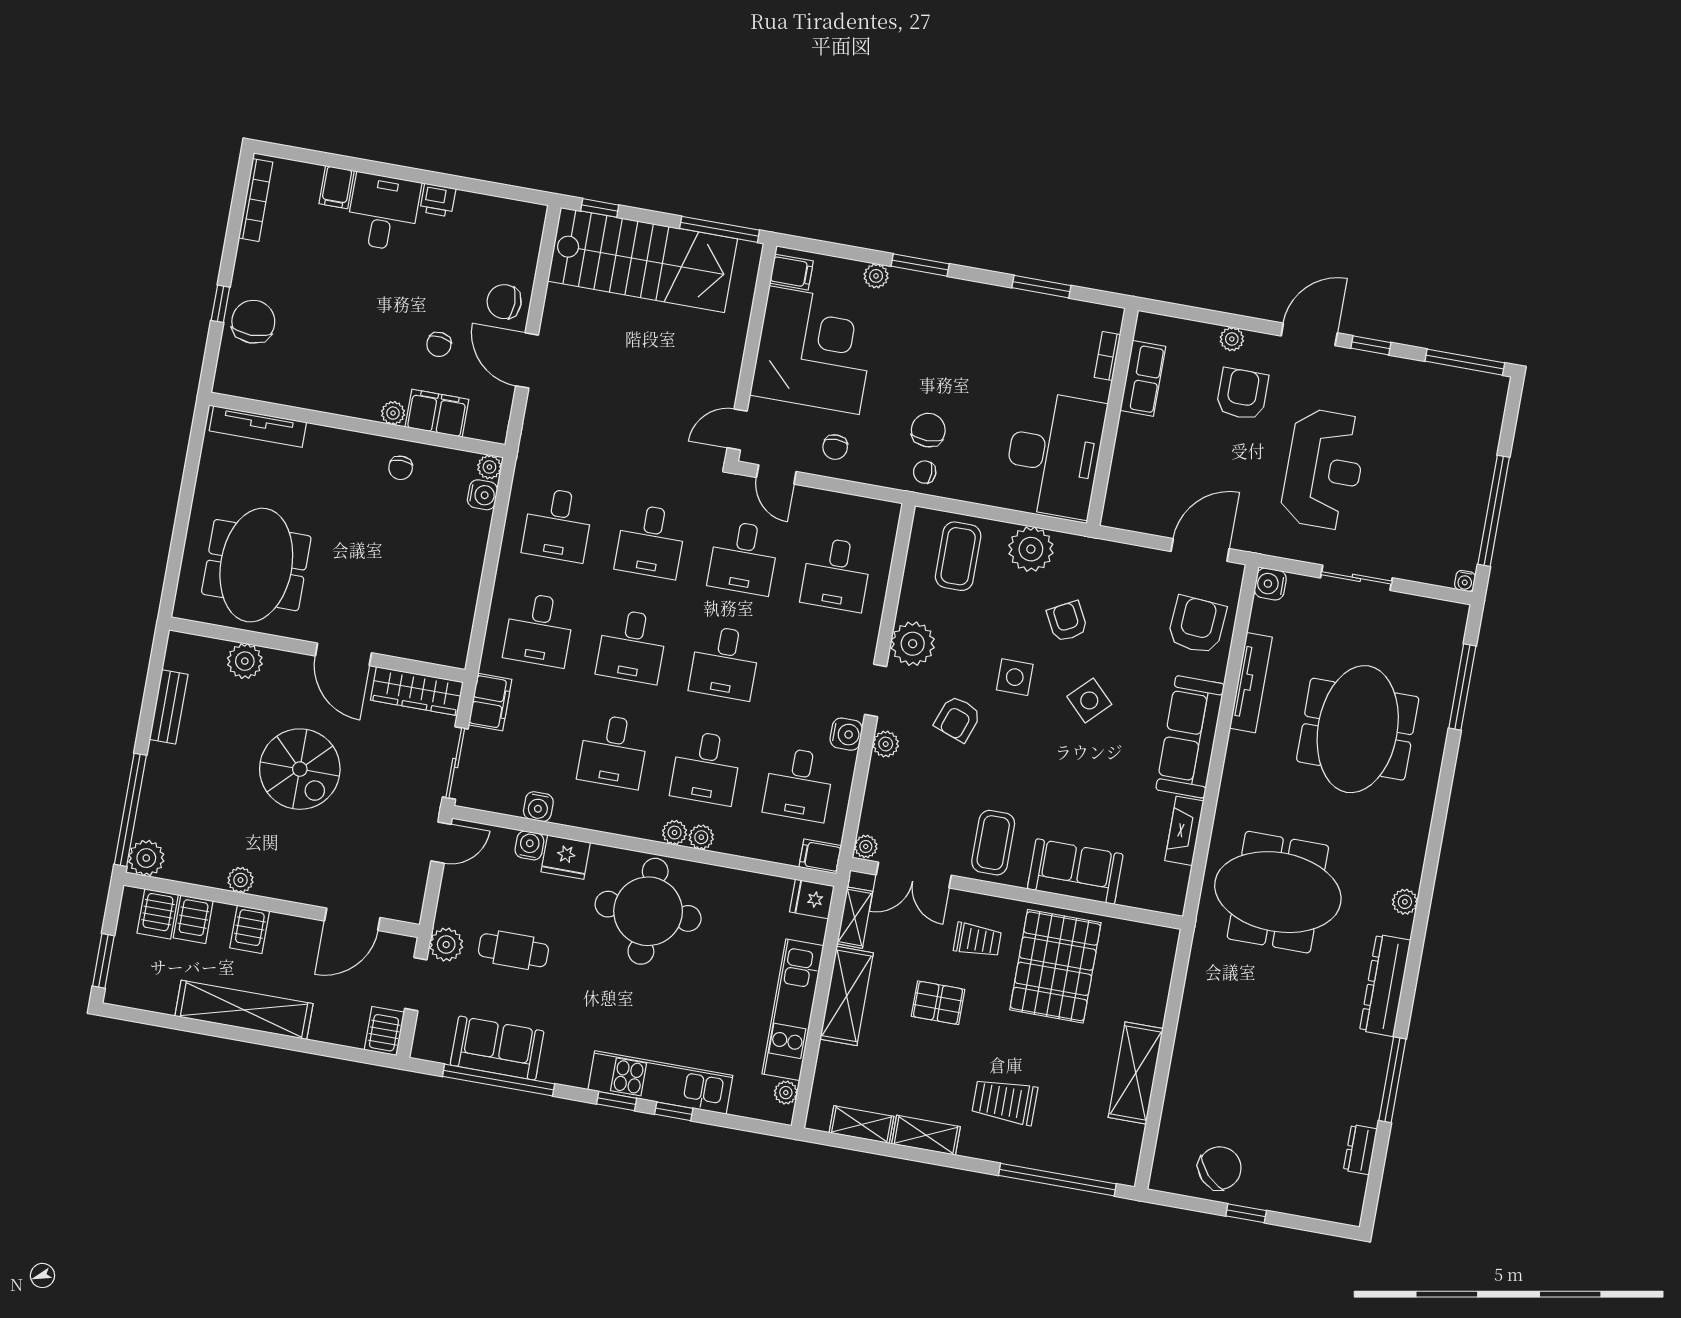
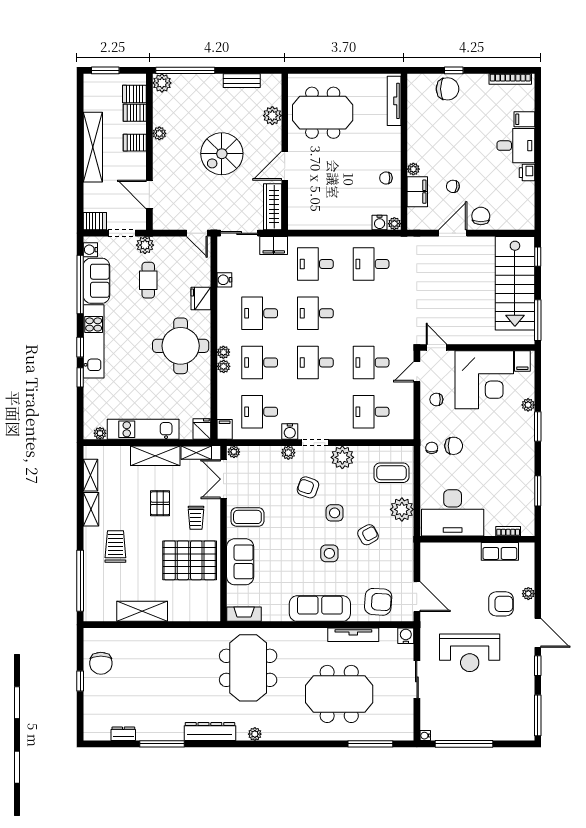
desk: (651, 541) -> (371, 313), removed
side table: (1089, 700) -> (329, 553), turned 45
fireplace: (1184, 831) -> (244, 614), moved
water cooler: (529, 845) -> (90, 250), moved, turned 180
kitchen unit: (660, 1083) -> (94, 341), moved
chair: (1220, 1168) -> (101, 663), turned 43

